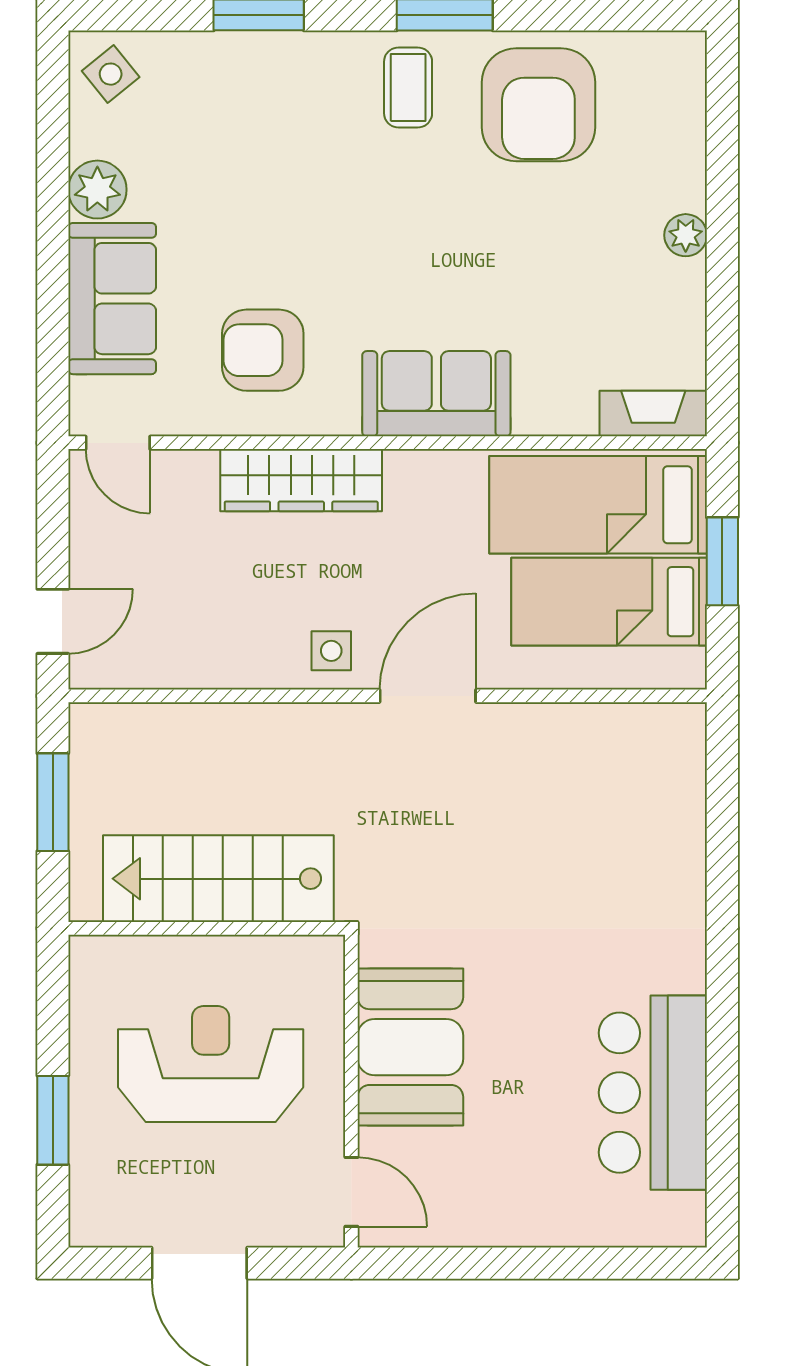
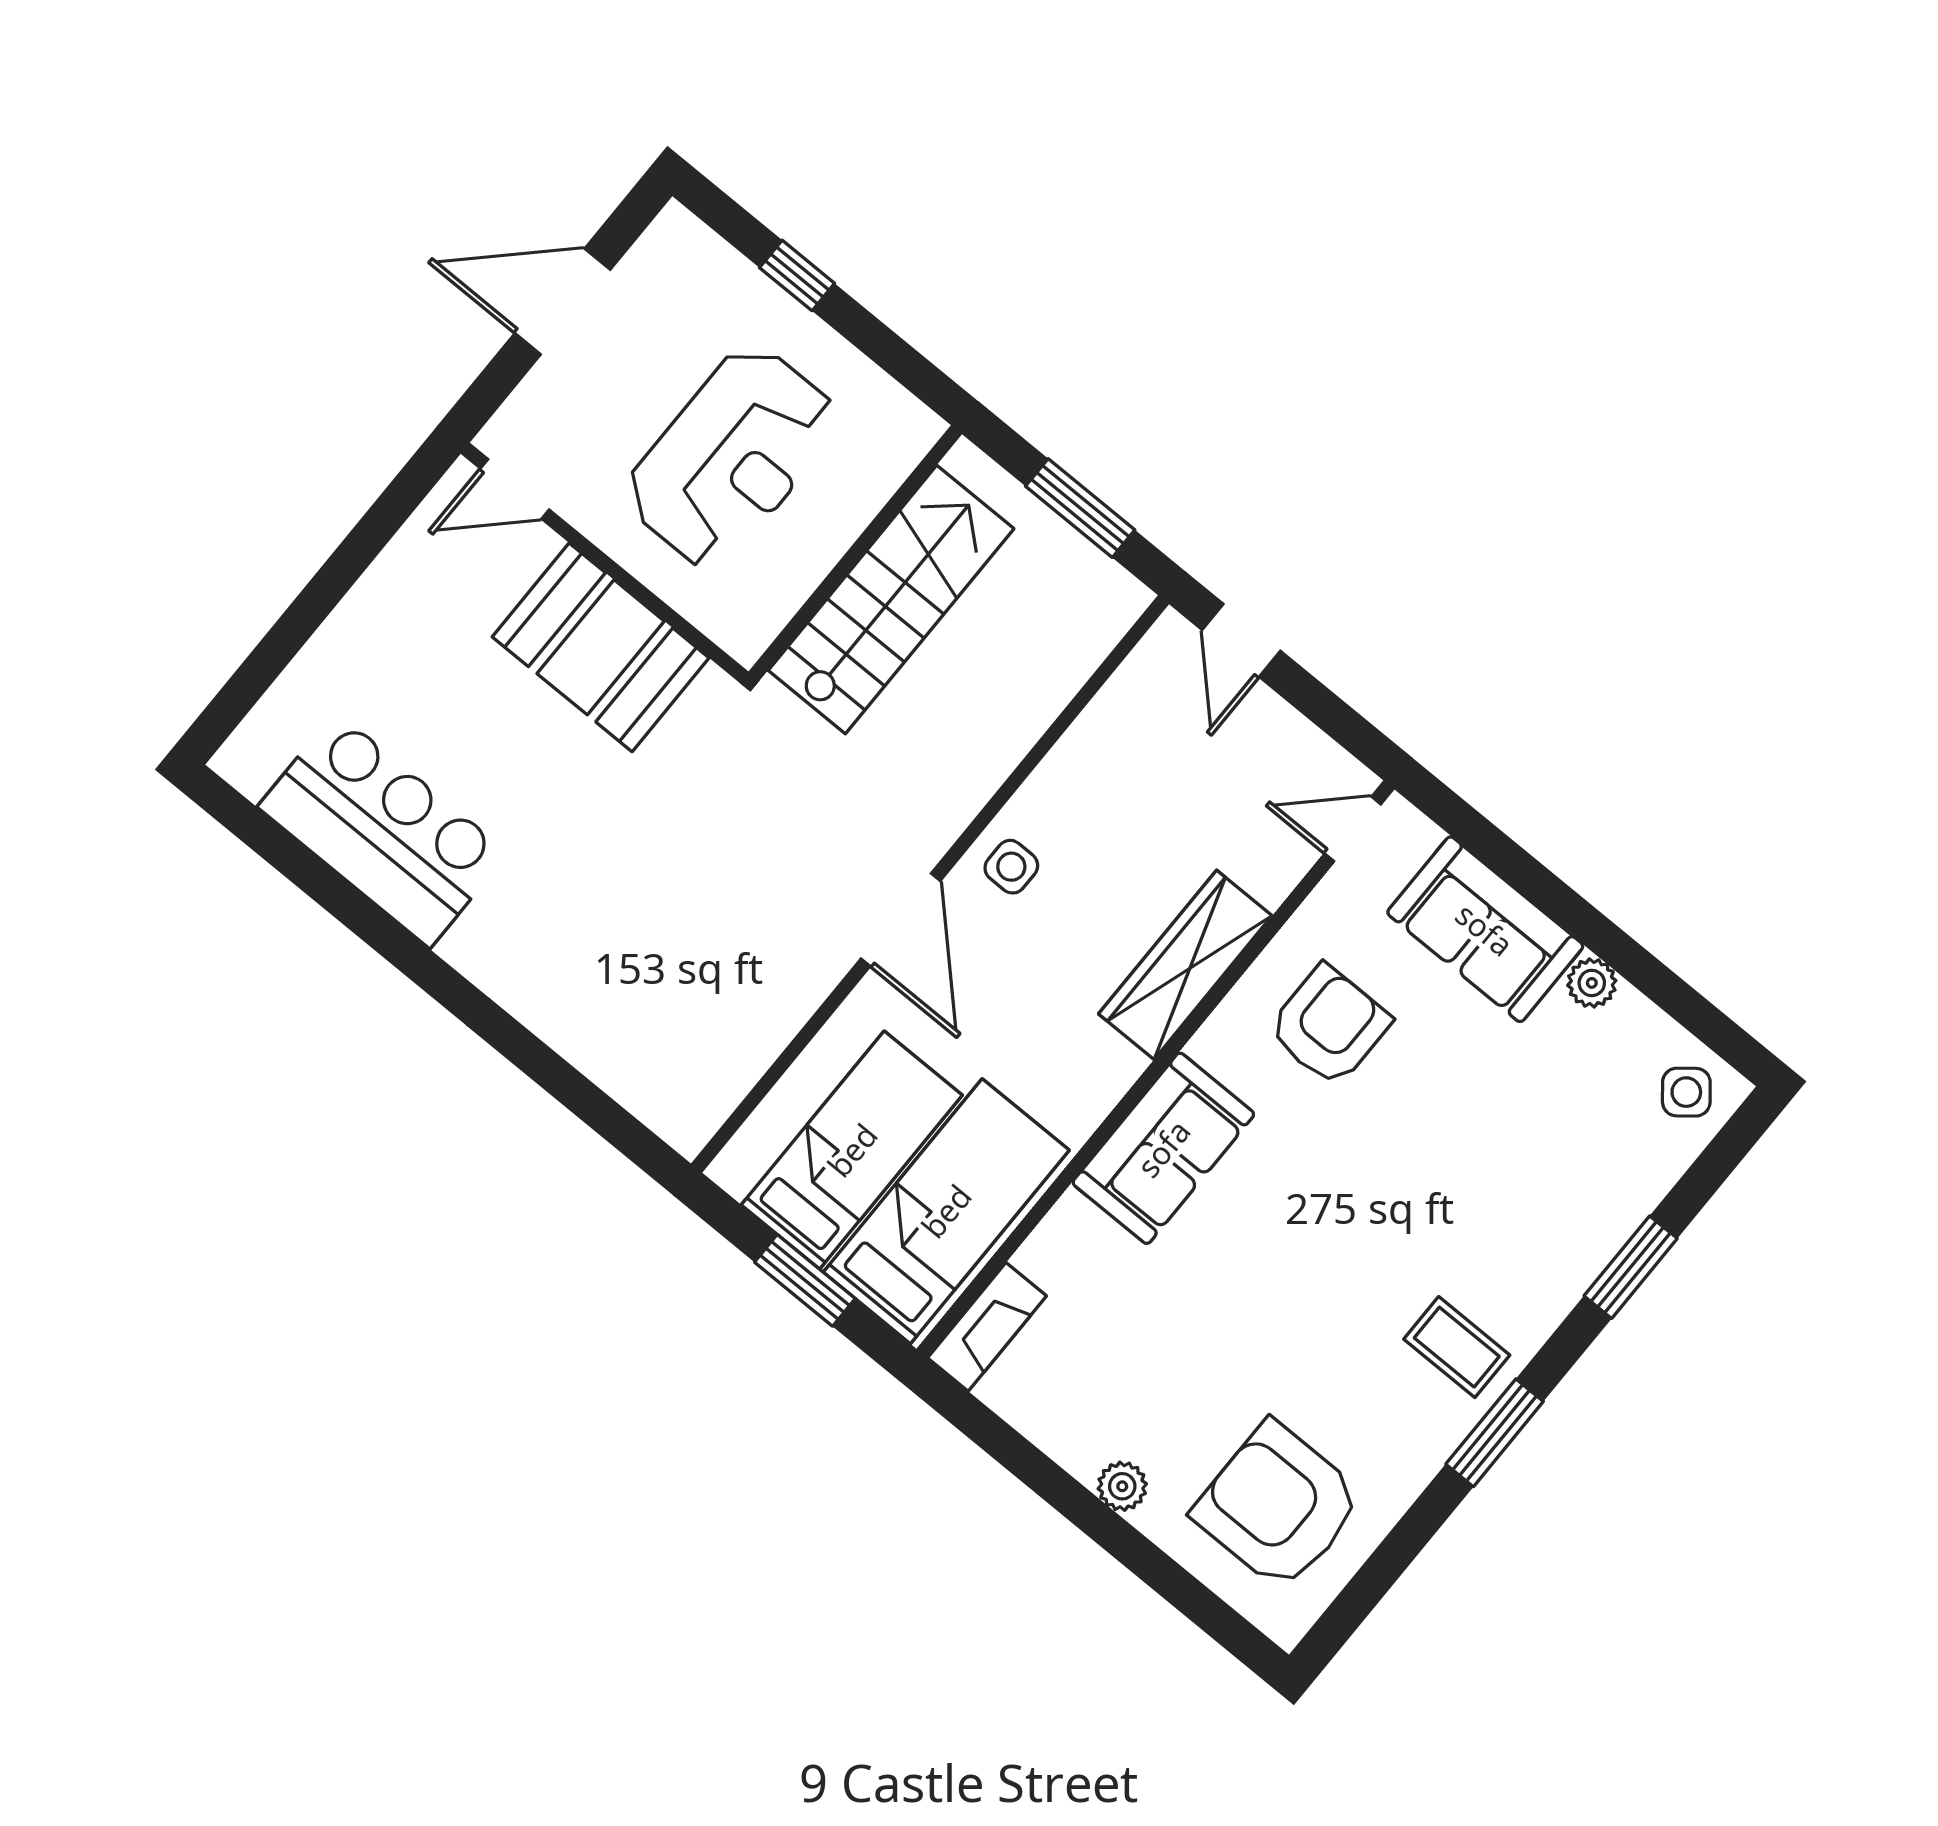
armchair: (538, 105) -> (1278, 1506), moved
plant: (97, 190) -> (1592, 983), width x0.73, depth x0.73
window: (53, 1120) -> (797, 275), width x0.67

